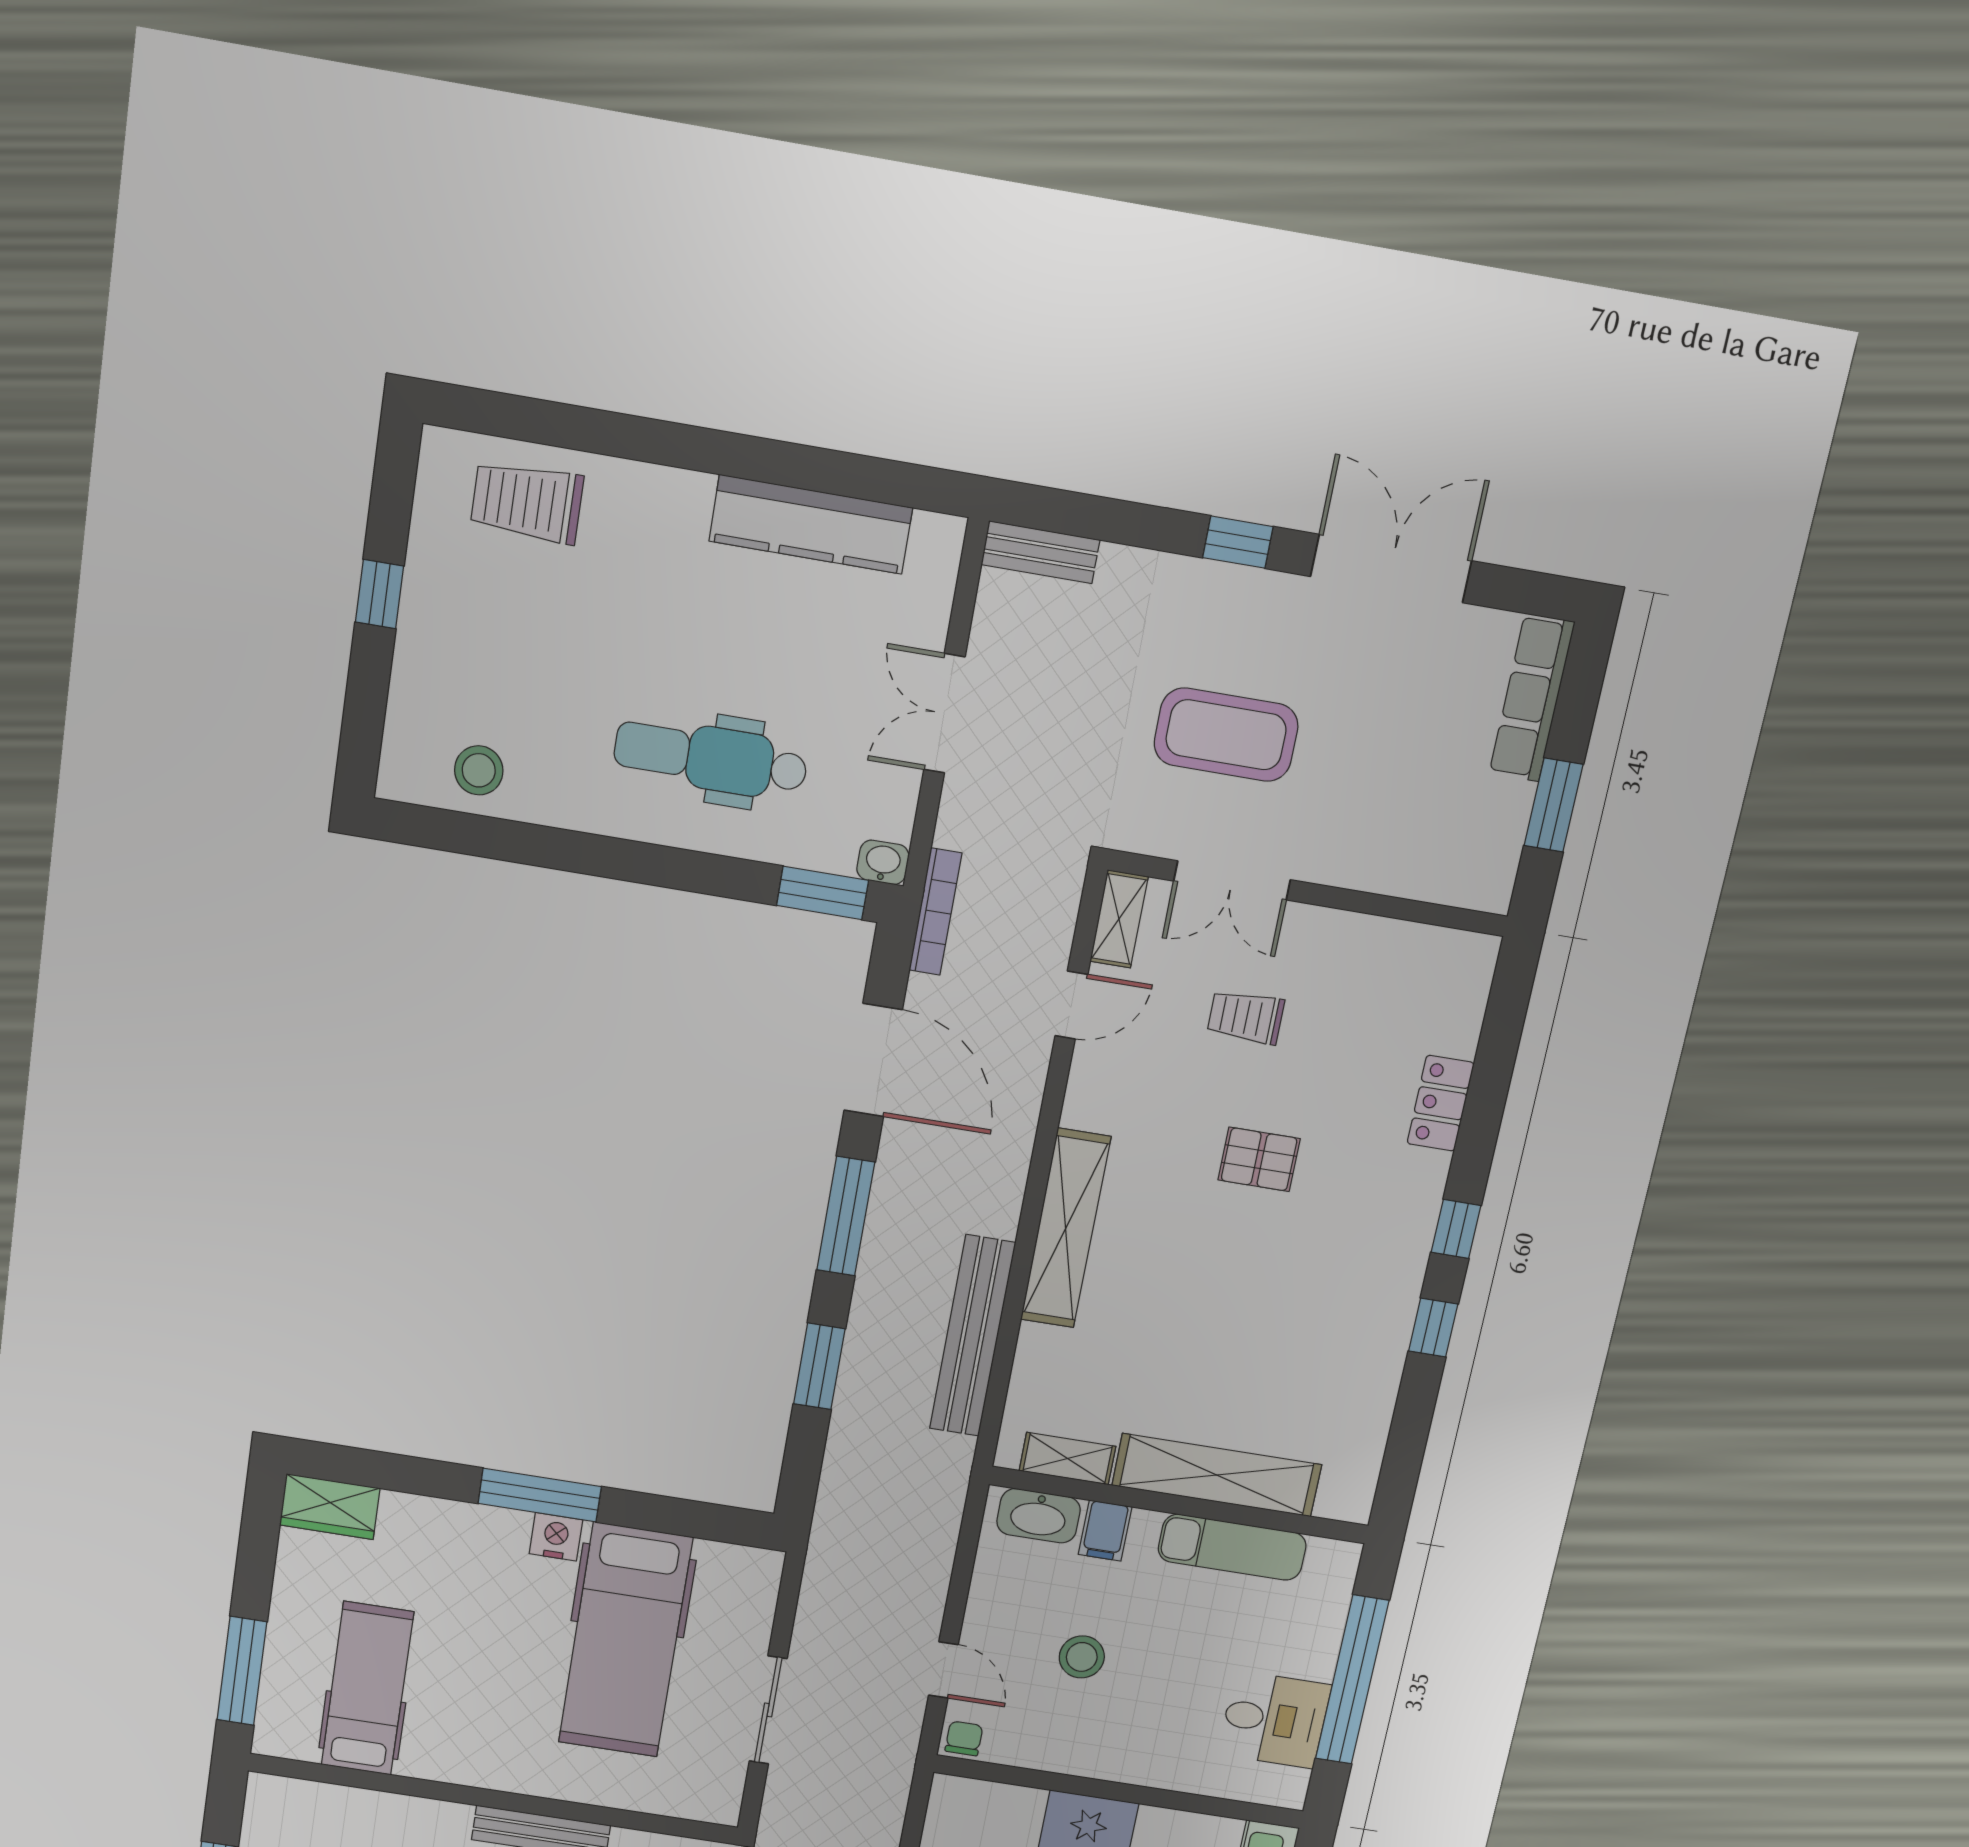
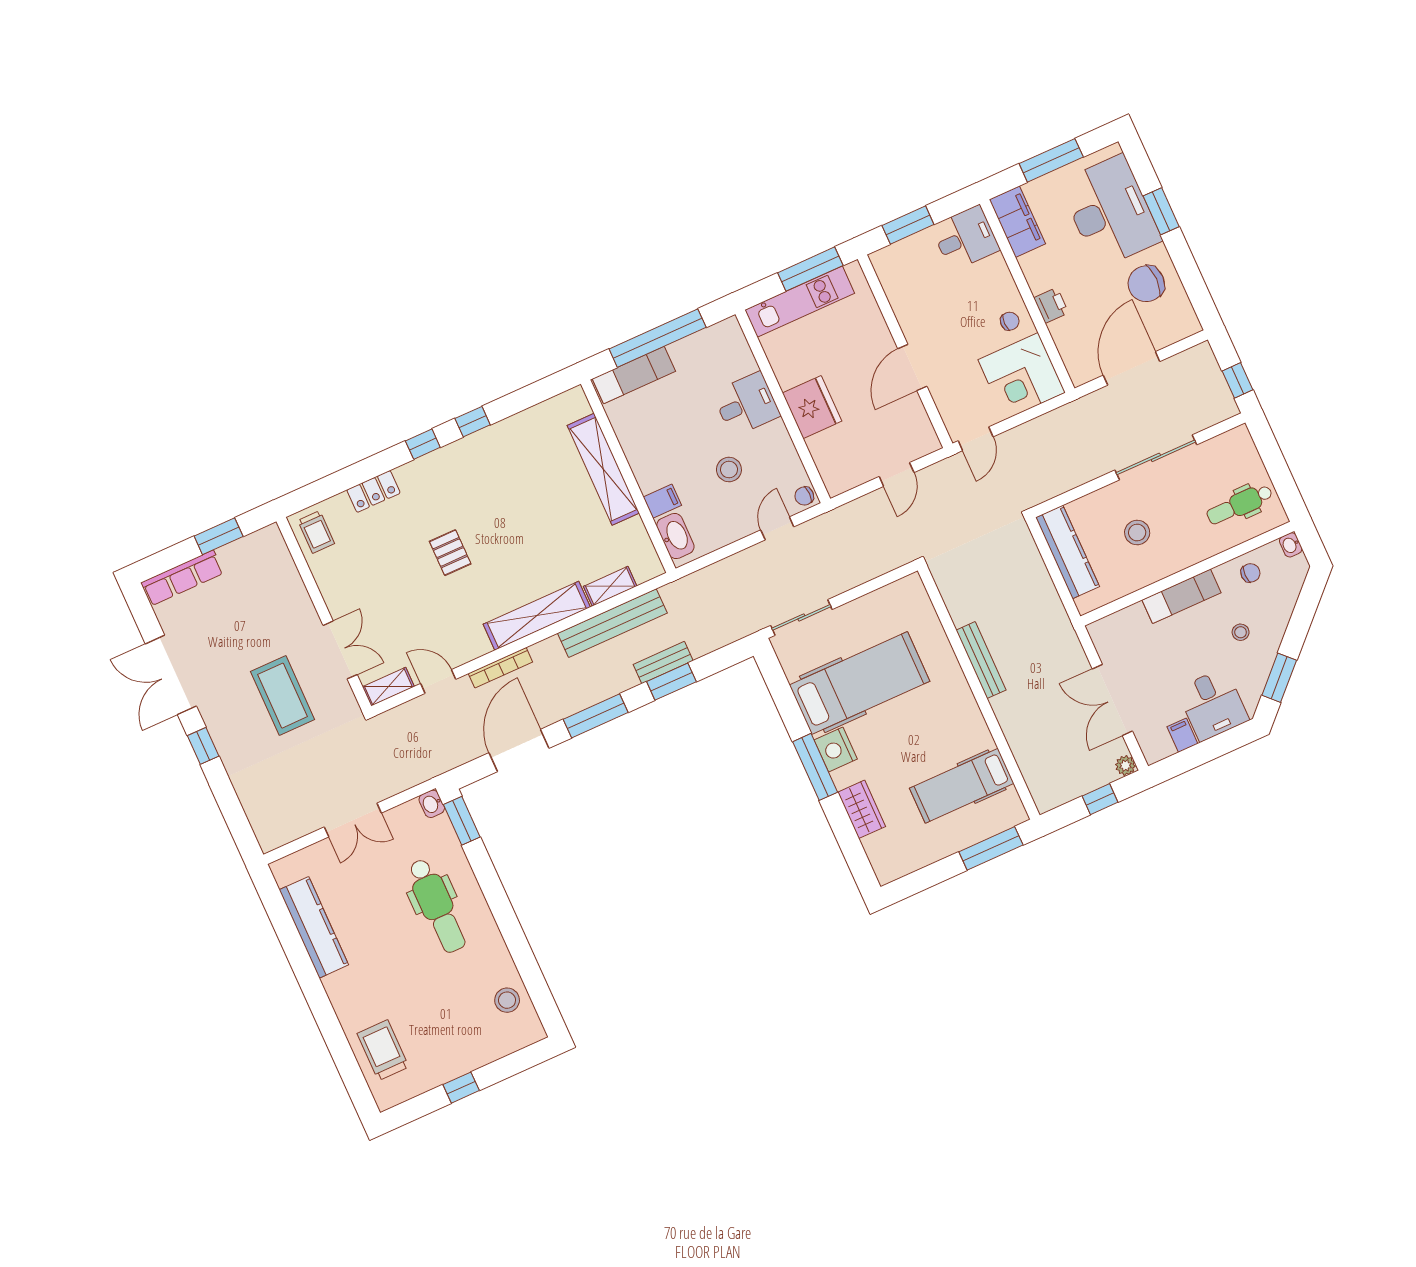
trolley: (527, 502) -> (383, 1050), turned 180
bench: (1040, 552) -> (663, 663), moved, turned 90
bookcase: (935, 912) -> (500, 668), moved, turned 180
trolley: (1246, 1017) -> (316, 532), moved
shelving: (1068, 1459) -> (610, 586), moved, turned 90
wardrobe: (330, 1507) -> (862, 809), moved
nightstand: (556, 1537) -> (836, 750), width x1.36, depth x1.33
exam couch: (1232, 1547) -> (634, 375), moved, turned 90
sliding door: (768, 1710) -> (801, 617), moved
desk: (1274, 1720) -> (746, 404), moved, turned 90

